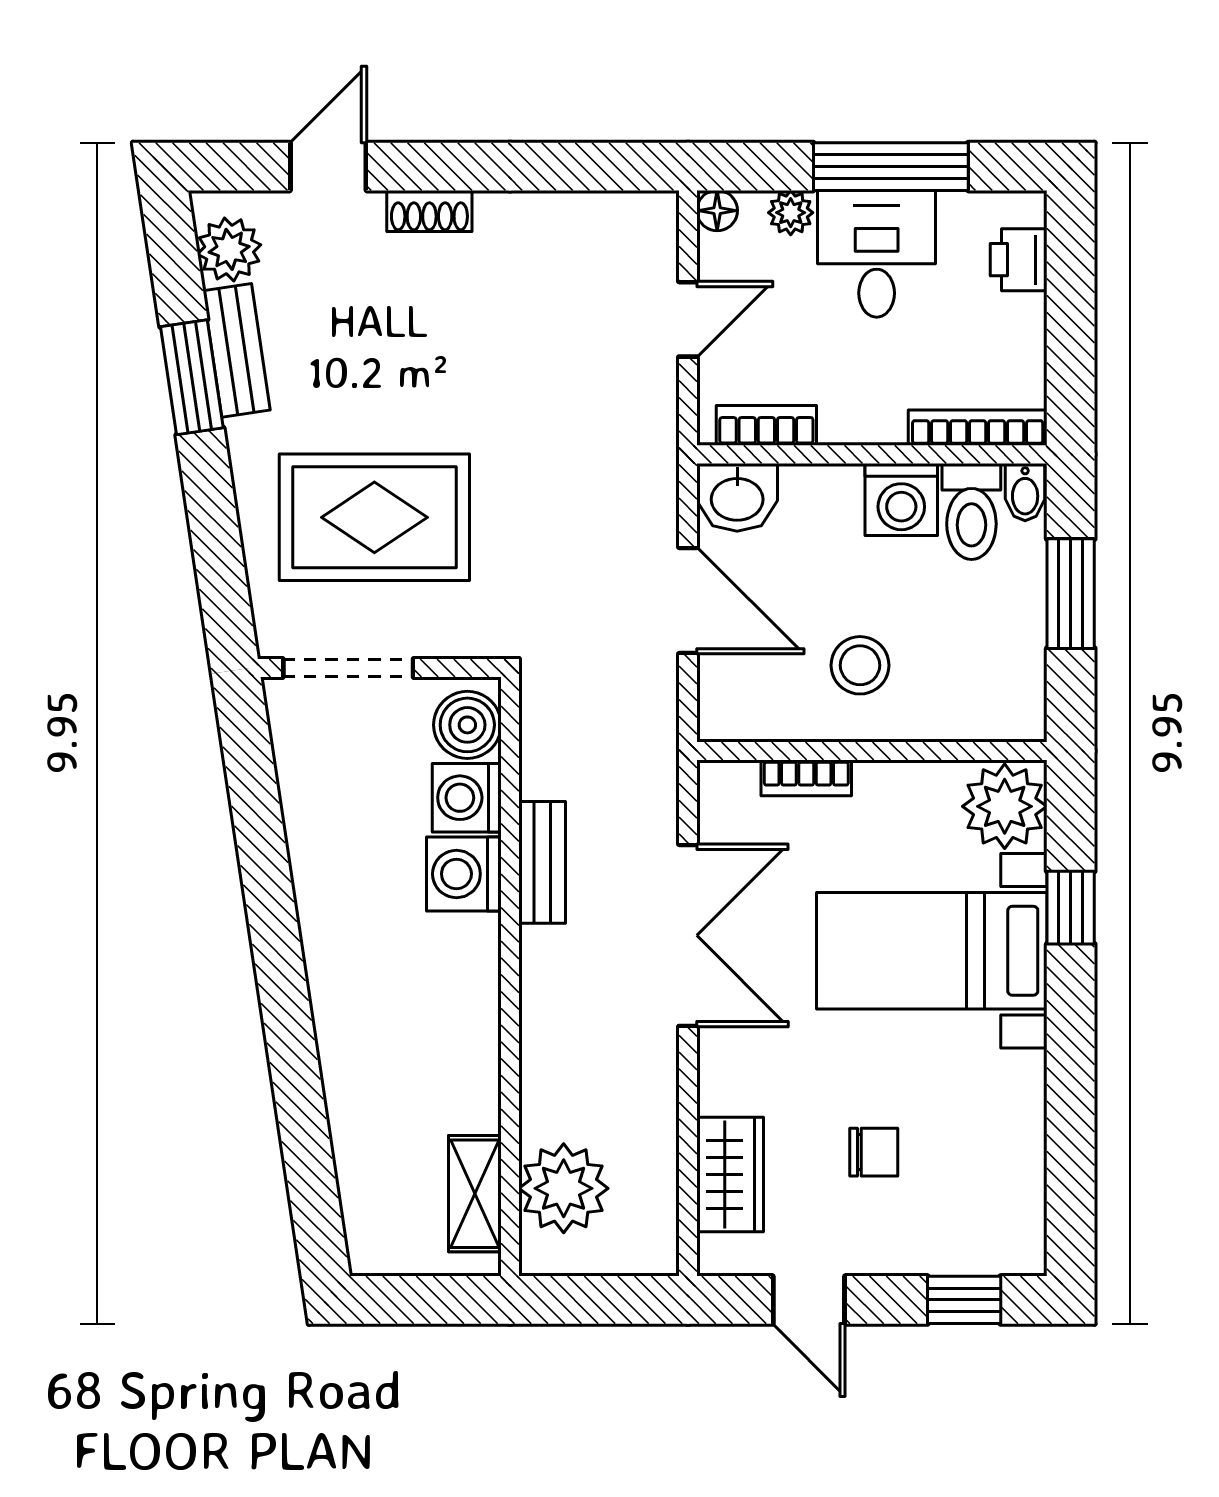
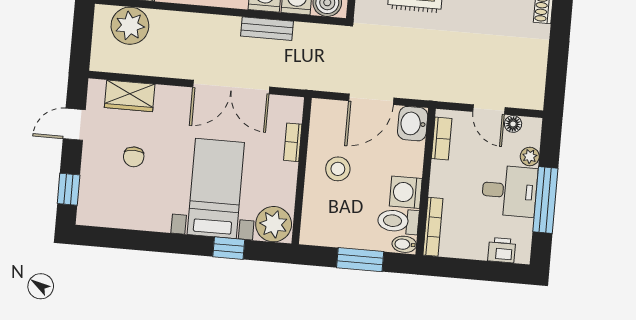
floor lamp: (717, 211) -> (513, 124), moved

